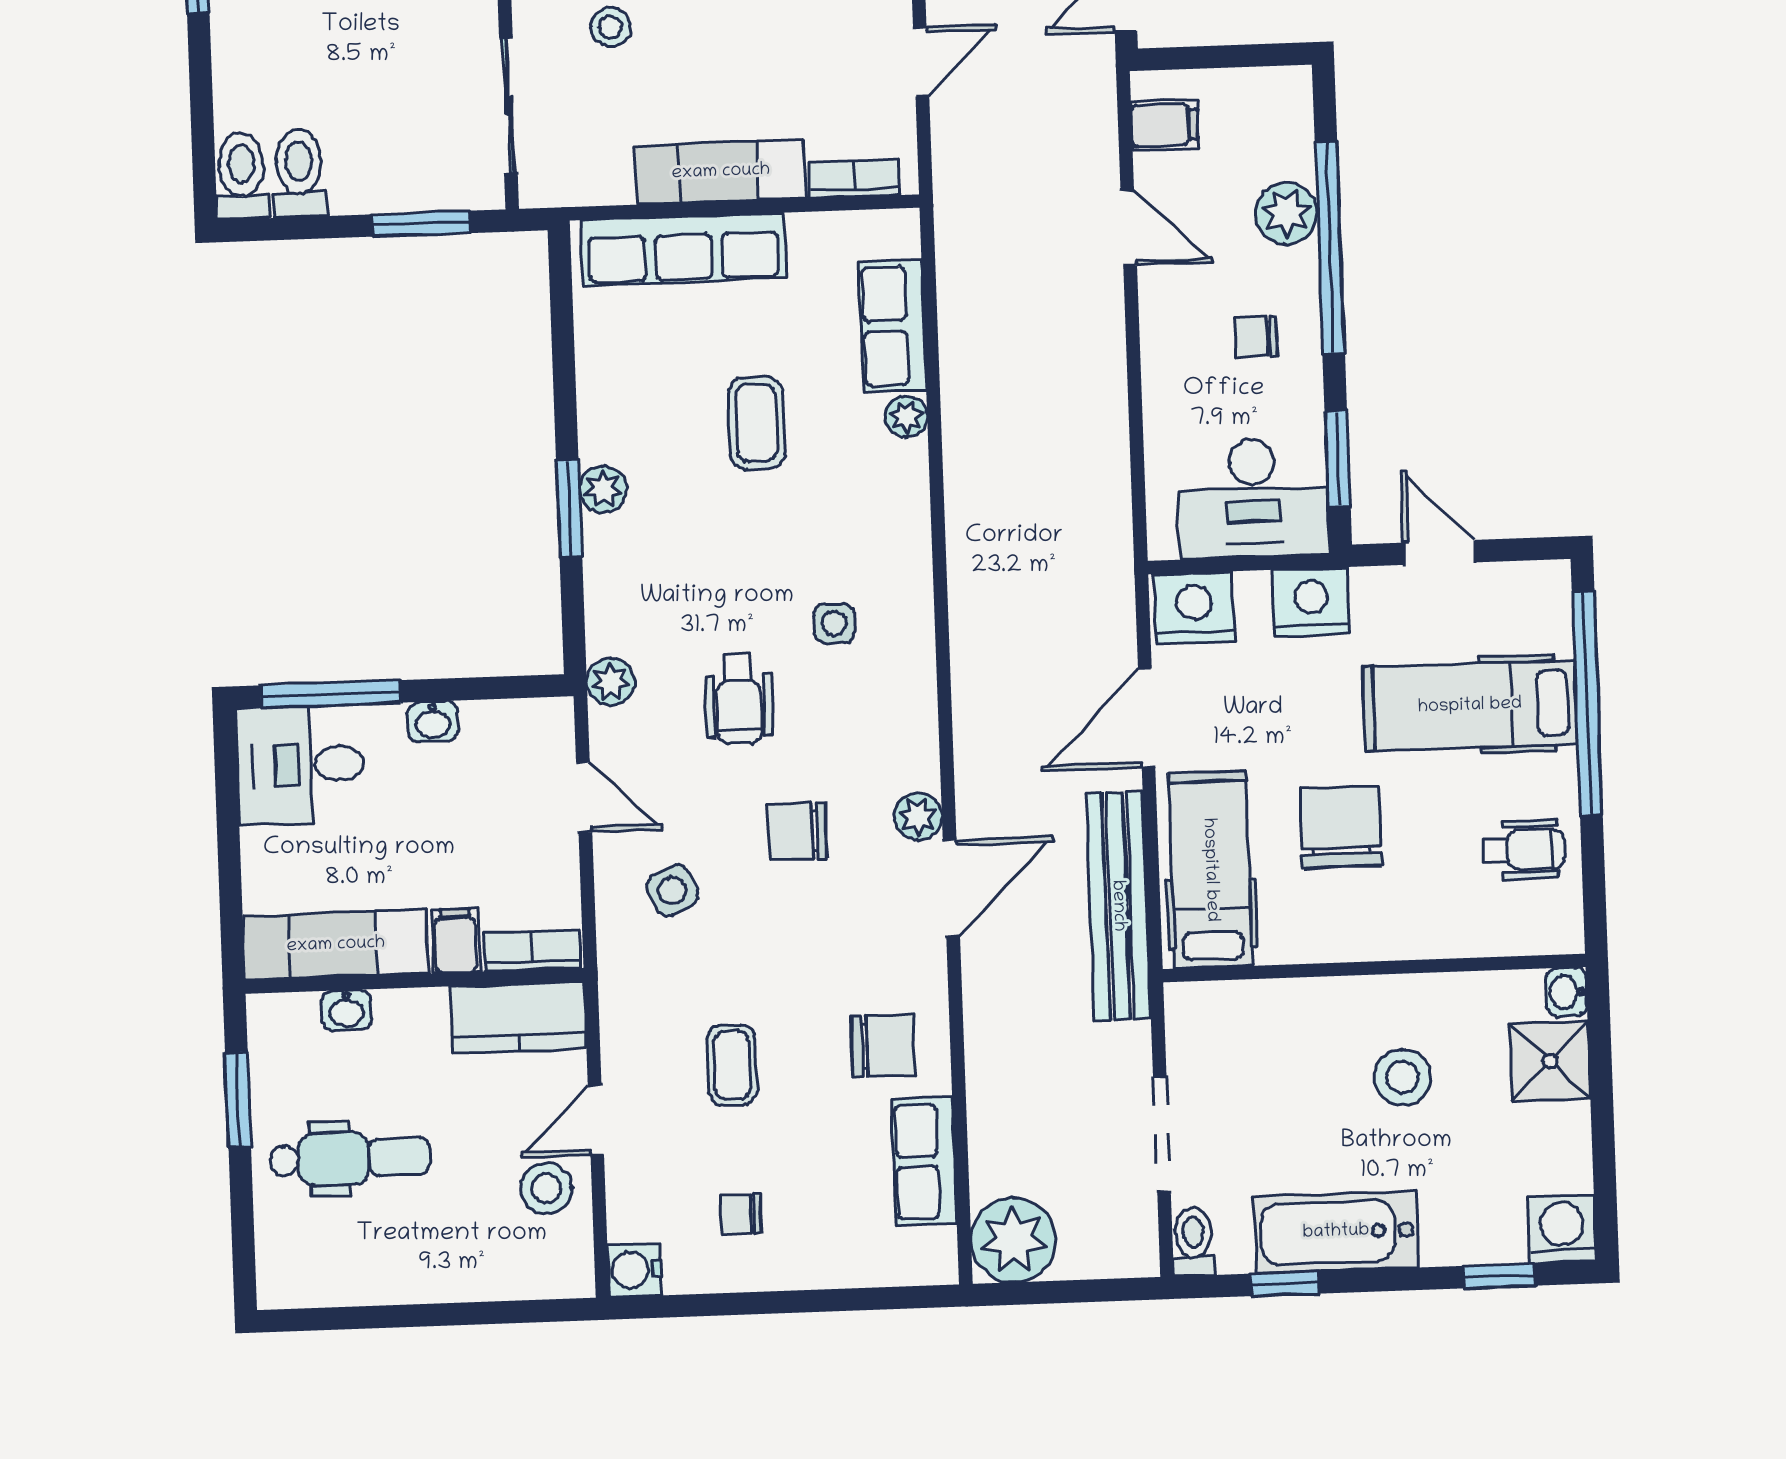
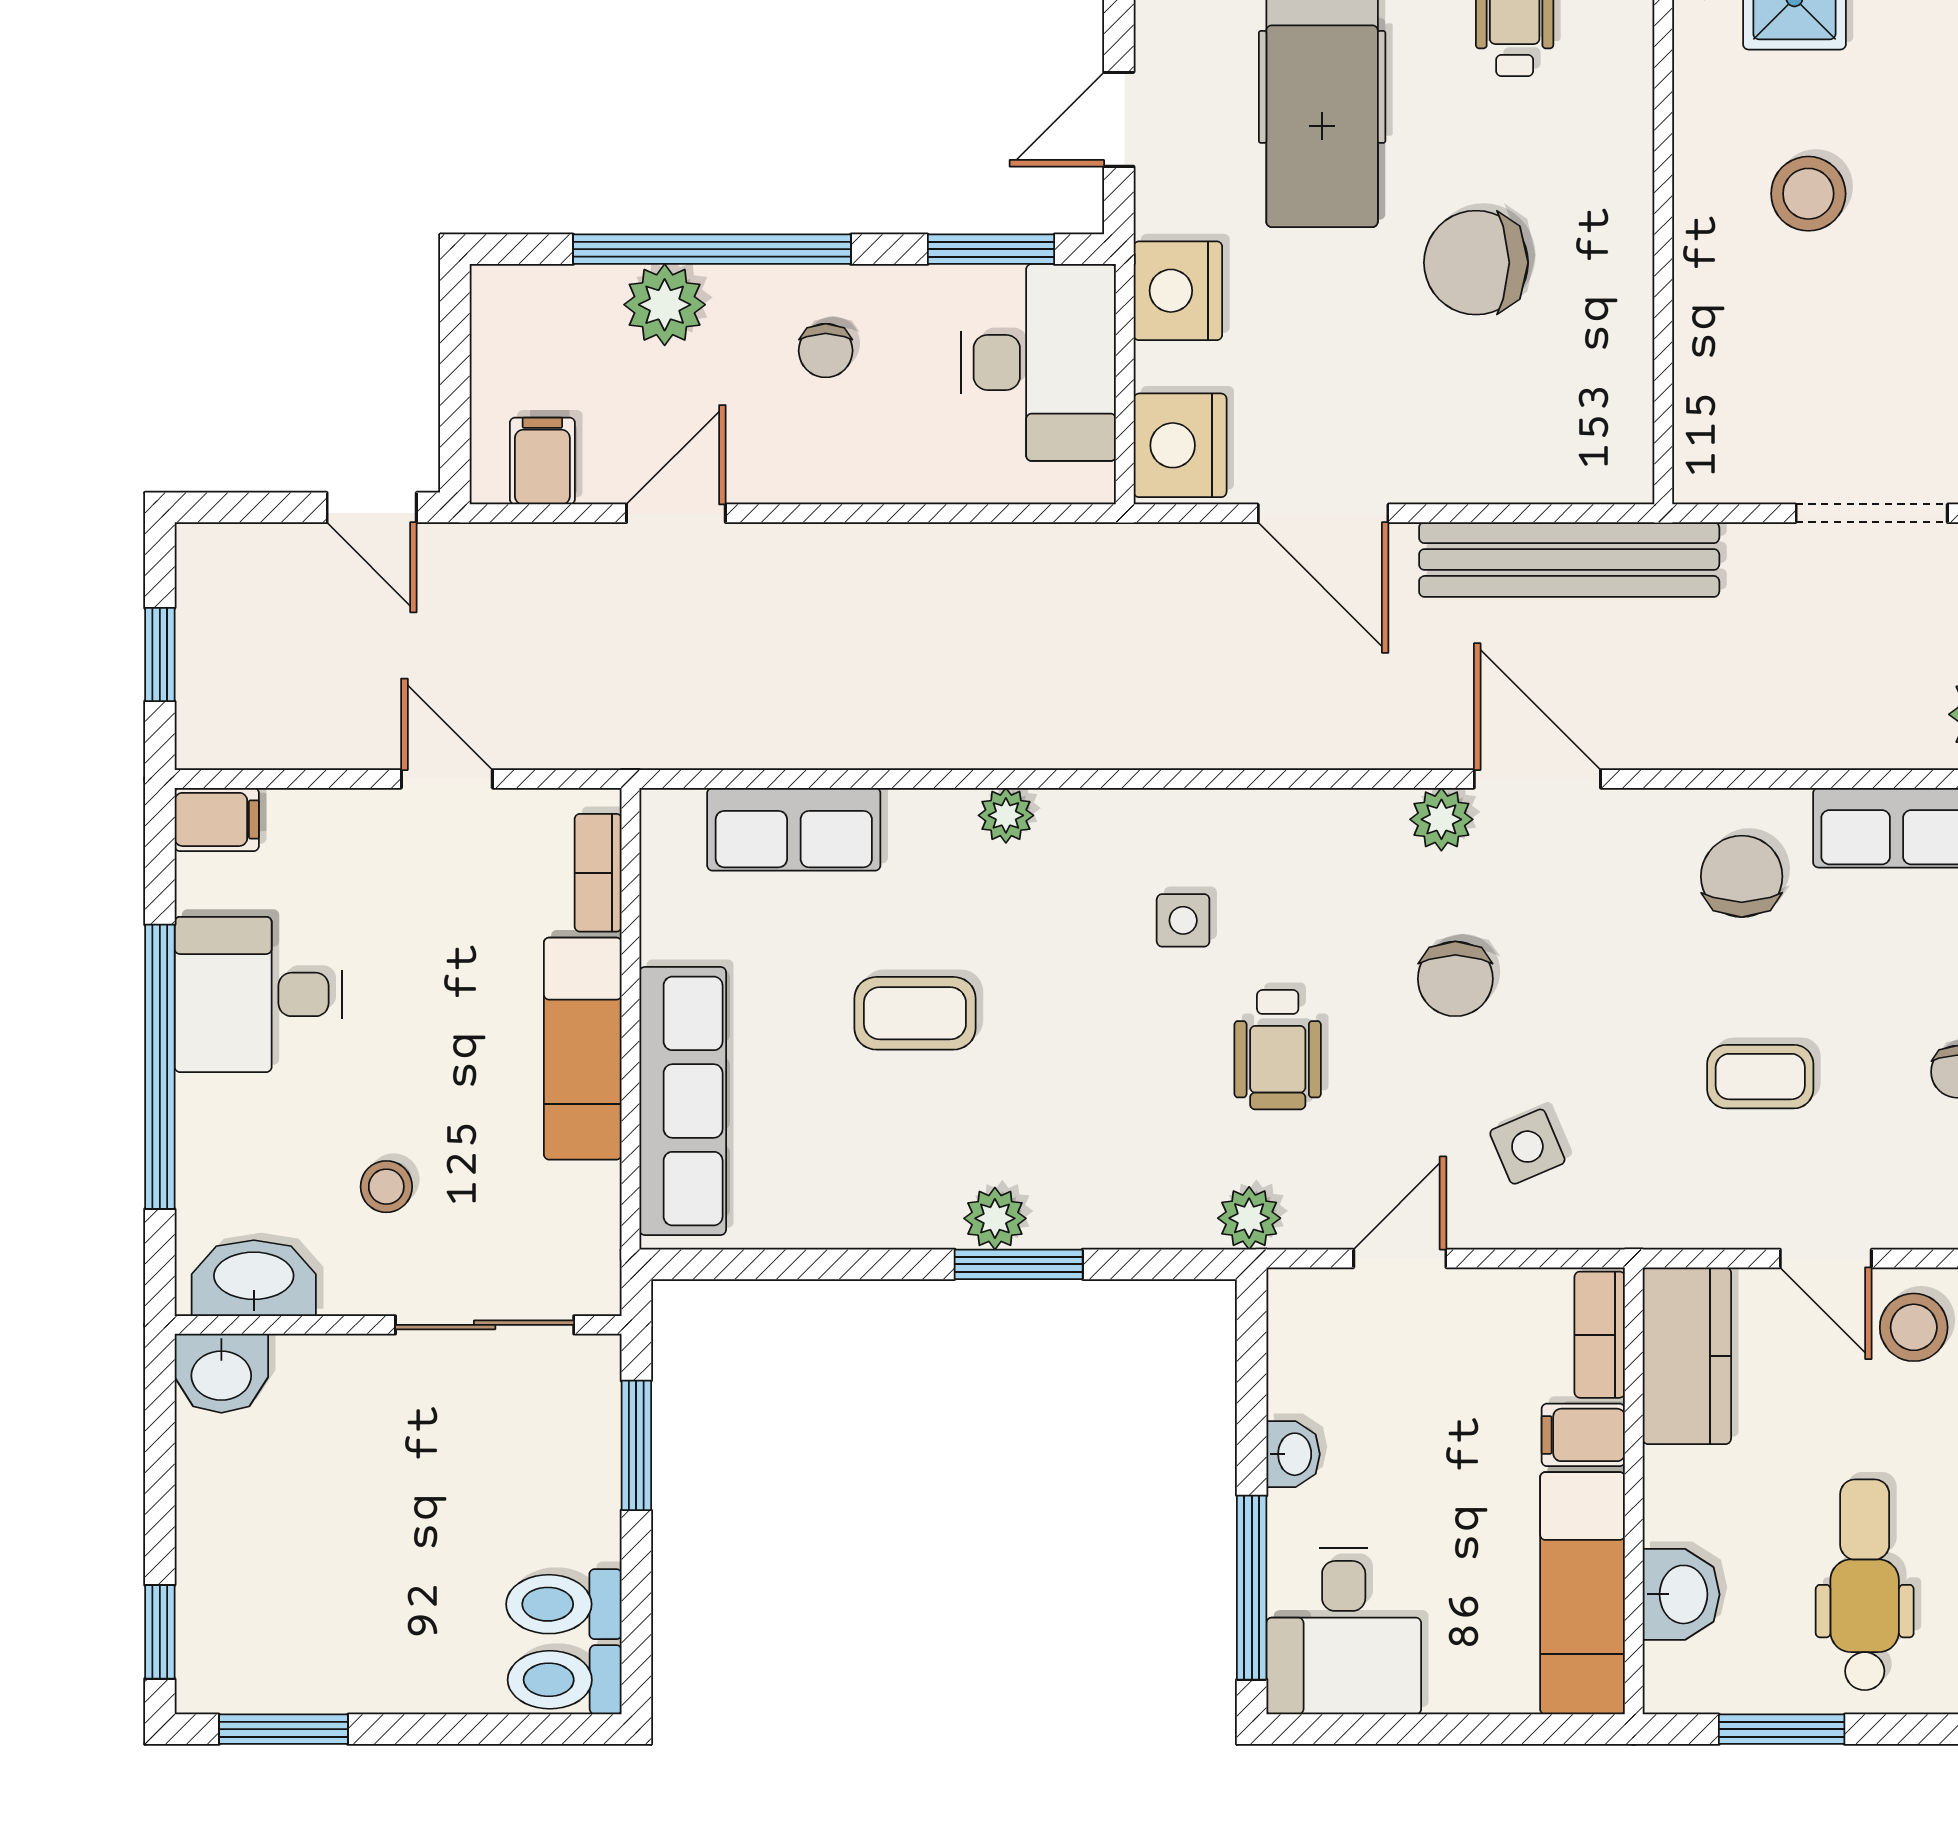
plant: (906, 417) -> (1006, 815), moved
wheelchair: (739, 699) -> (1278, 1050), turned 90
hospital bed: (1210, 870) -> (1526, 437), removed
washbasin: (347, 1010) -> (1681, 1594), width x1.38, depth x1.45

